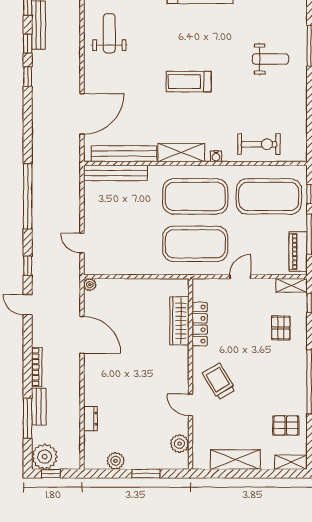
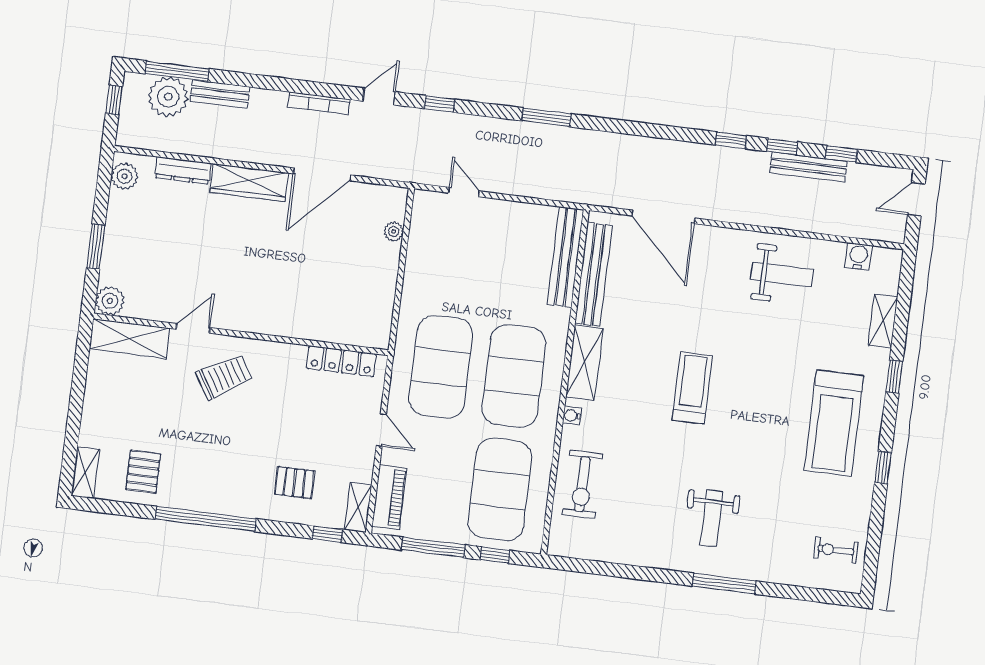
window: (28, 196) -> (546, 117), width x0.47
door: (82, 243) -> (464, 192), hinge flipped
piano: (298, 252) -> (389, 497), moved, turned 90
plant: (90, 285) -> (394, 232), moved
wardrobe: (179, 321) -> (249, 183), moved, turned 180
locker: (200, 324) -> (341, 361), moved
bookcase: (37, 367) -> (319, 103), moved
window: (28, 418) -> (177, 71), moved
dresser: (90, 419) -> (183, 170), width x1.44
plant: (179, 444) -> (110, 301), moved
plant: (45, 457) -> (168, 97), moved
shelving: (235, 460) -> (130, 339), moved, turned 90
plant: (116, 461) -> (125, 176), moved

